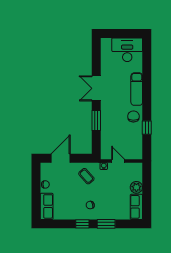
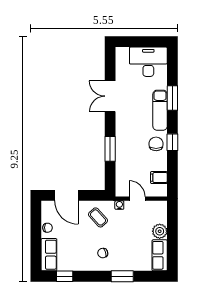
window: (147, 79) -> (172, 98), added
double door: (96, 88) -> (110, 96), moved
window: (147, 128) -> (172, 142), moved
filing cabinet: (136, 144) -> (159, 178), added
door: (61, 158) -> (66, 195), swing flipped
window: (82, 224) -> (65, 276), moved

